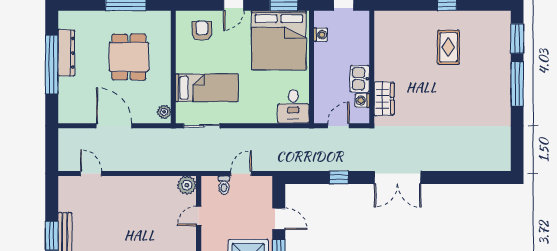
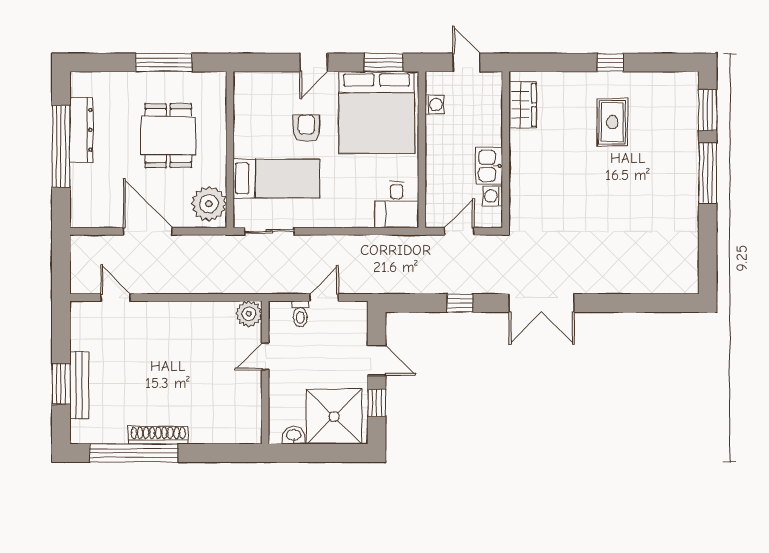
armchair: (202, 31) -> (306, 128), moved
wardrobe: (384, 99) -> (523, 105), moved
plant: (164, 112) -> (209, 204), width x1.88, depth x1.88

